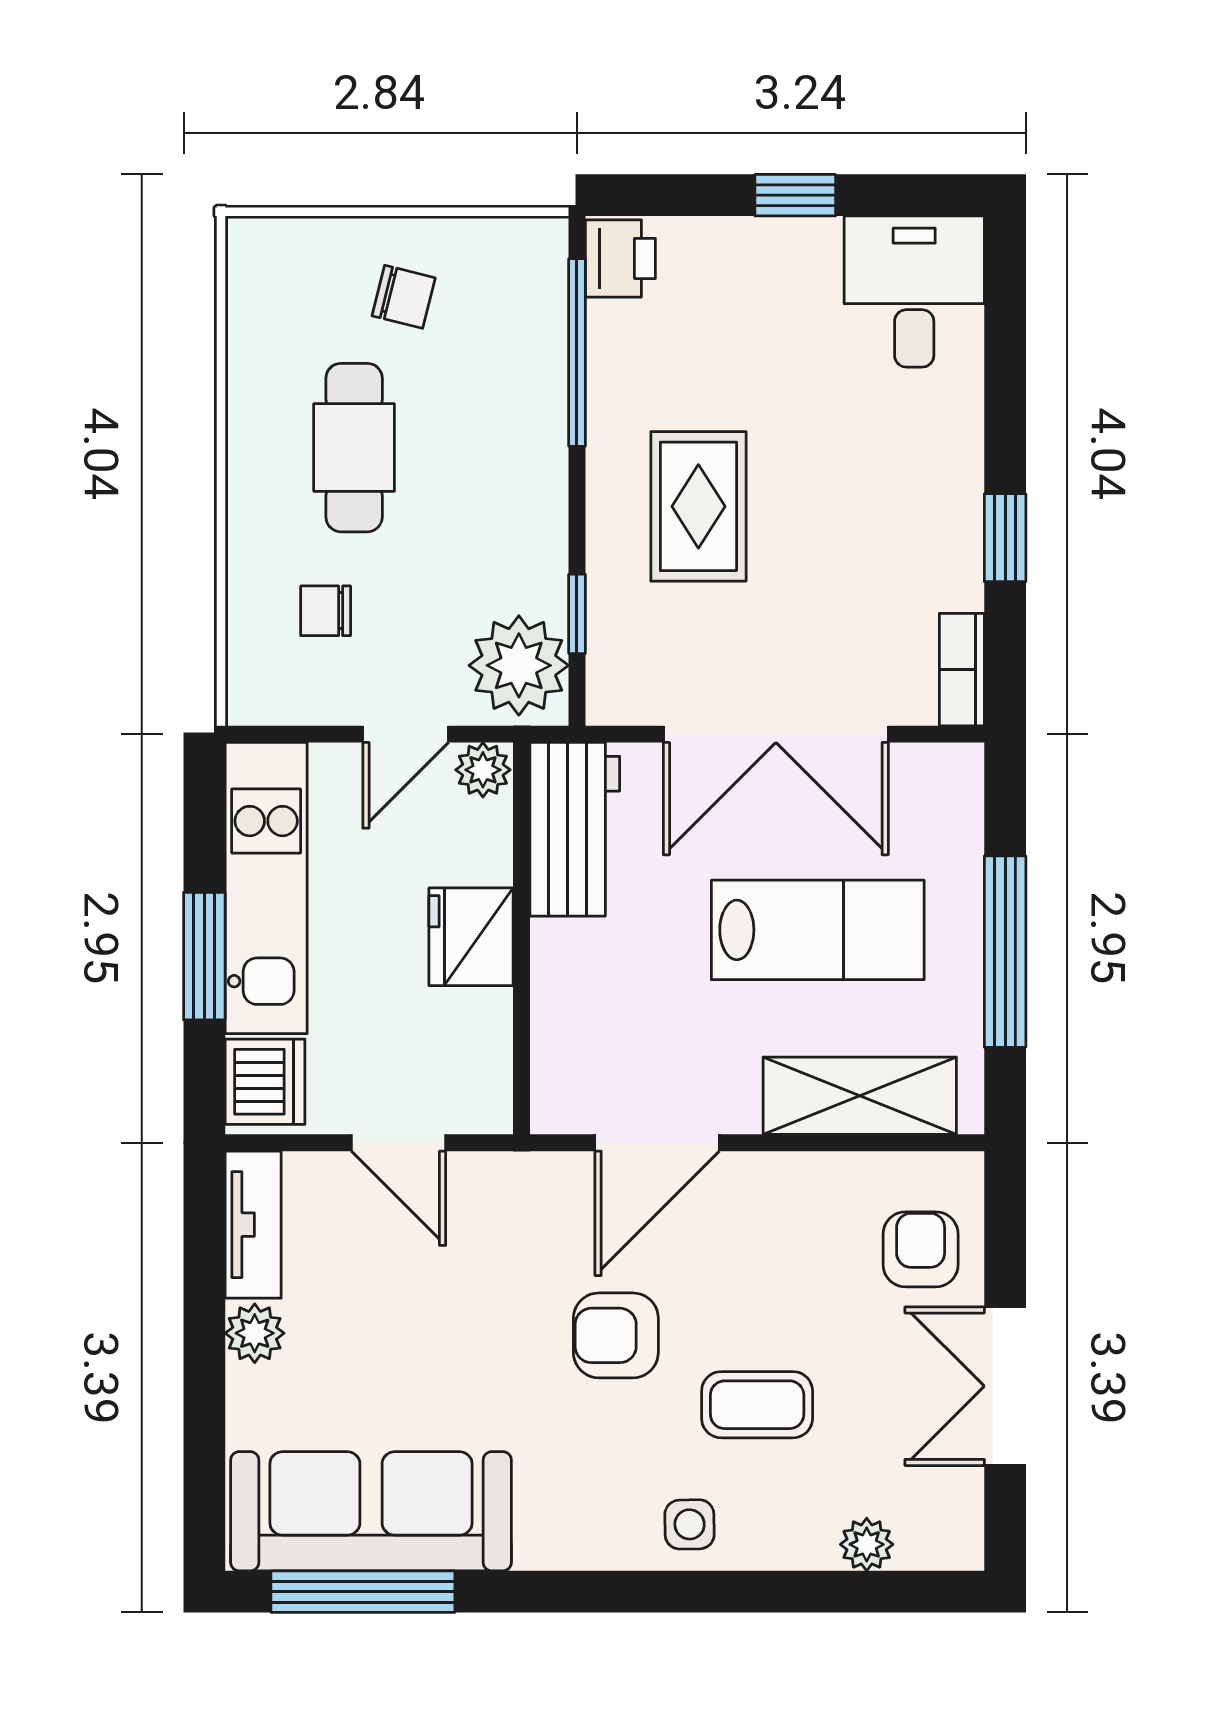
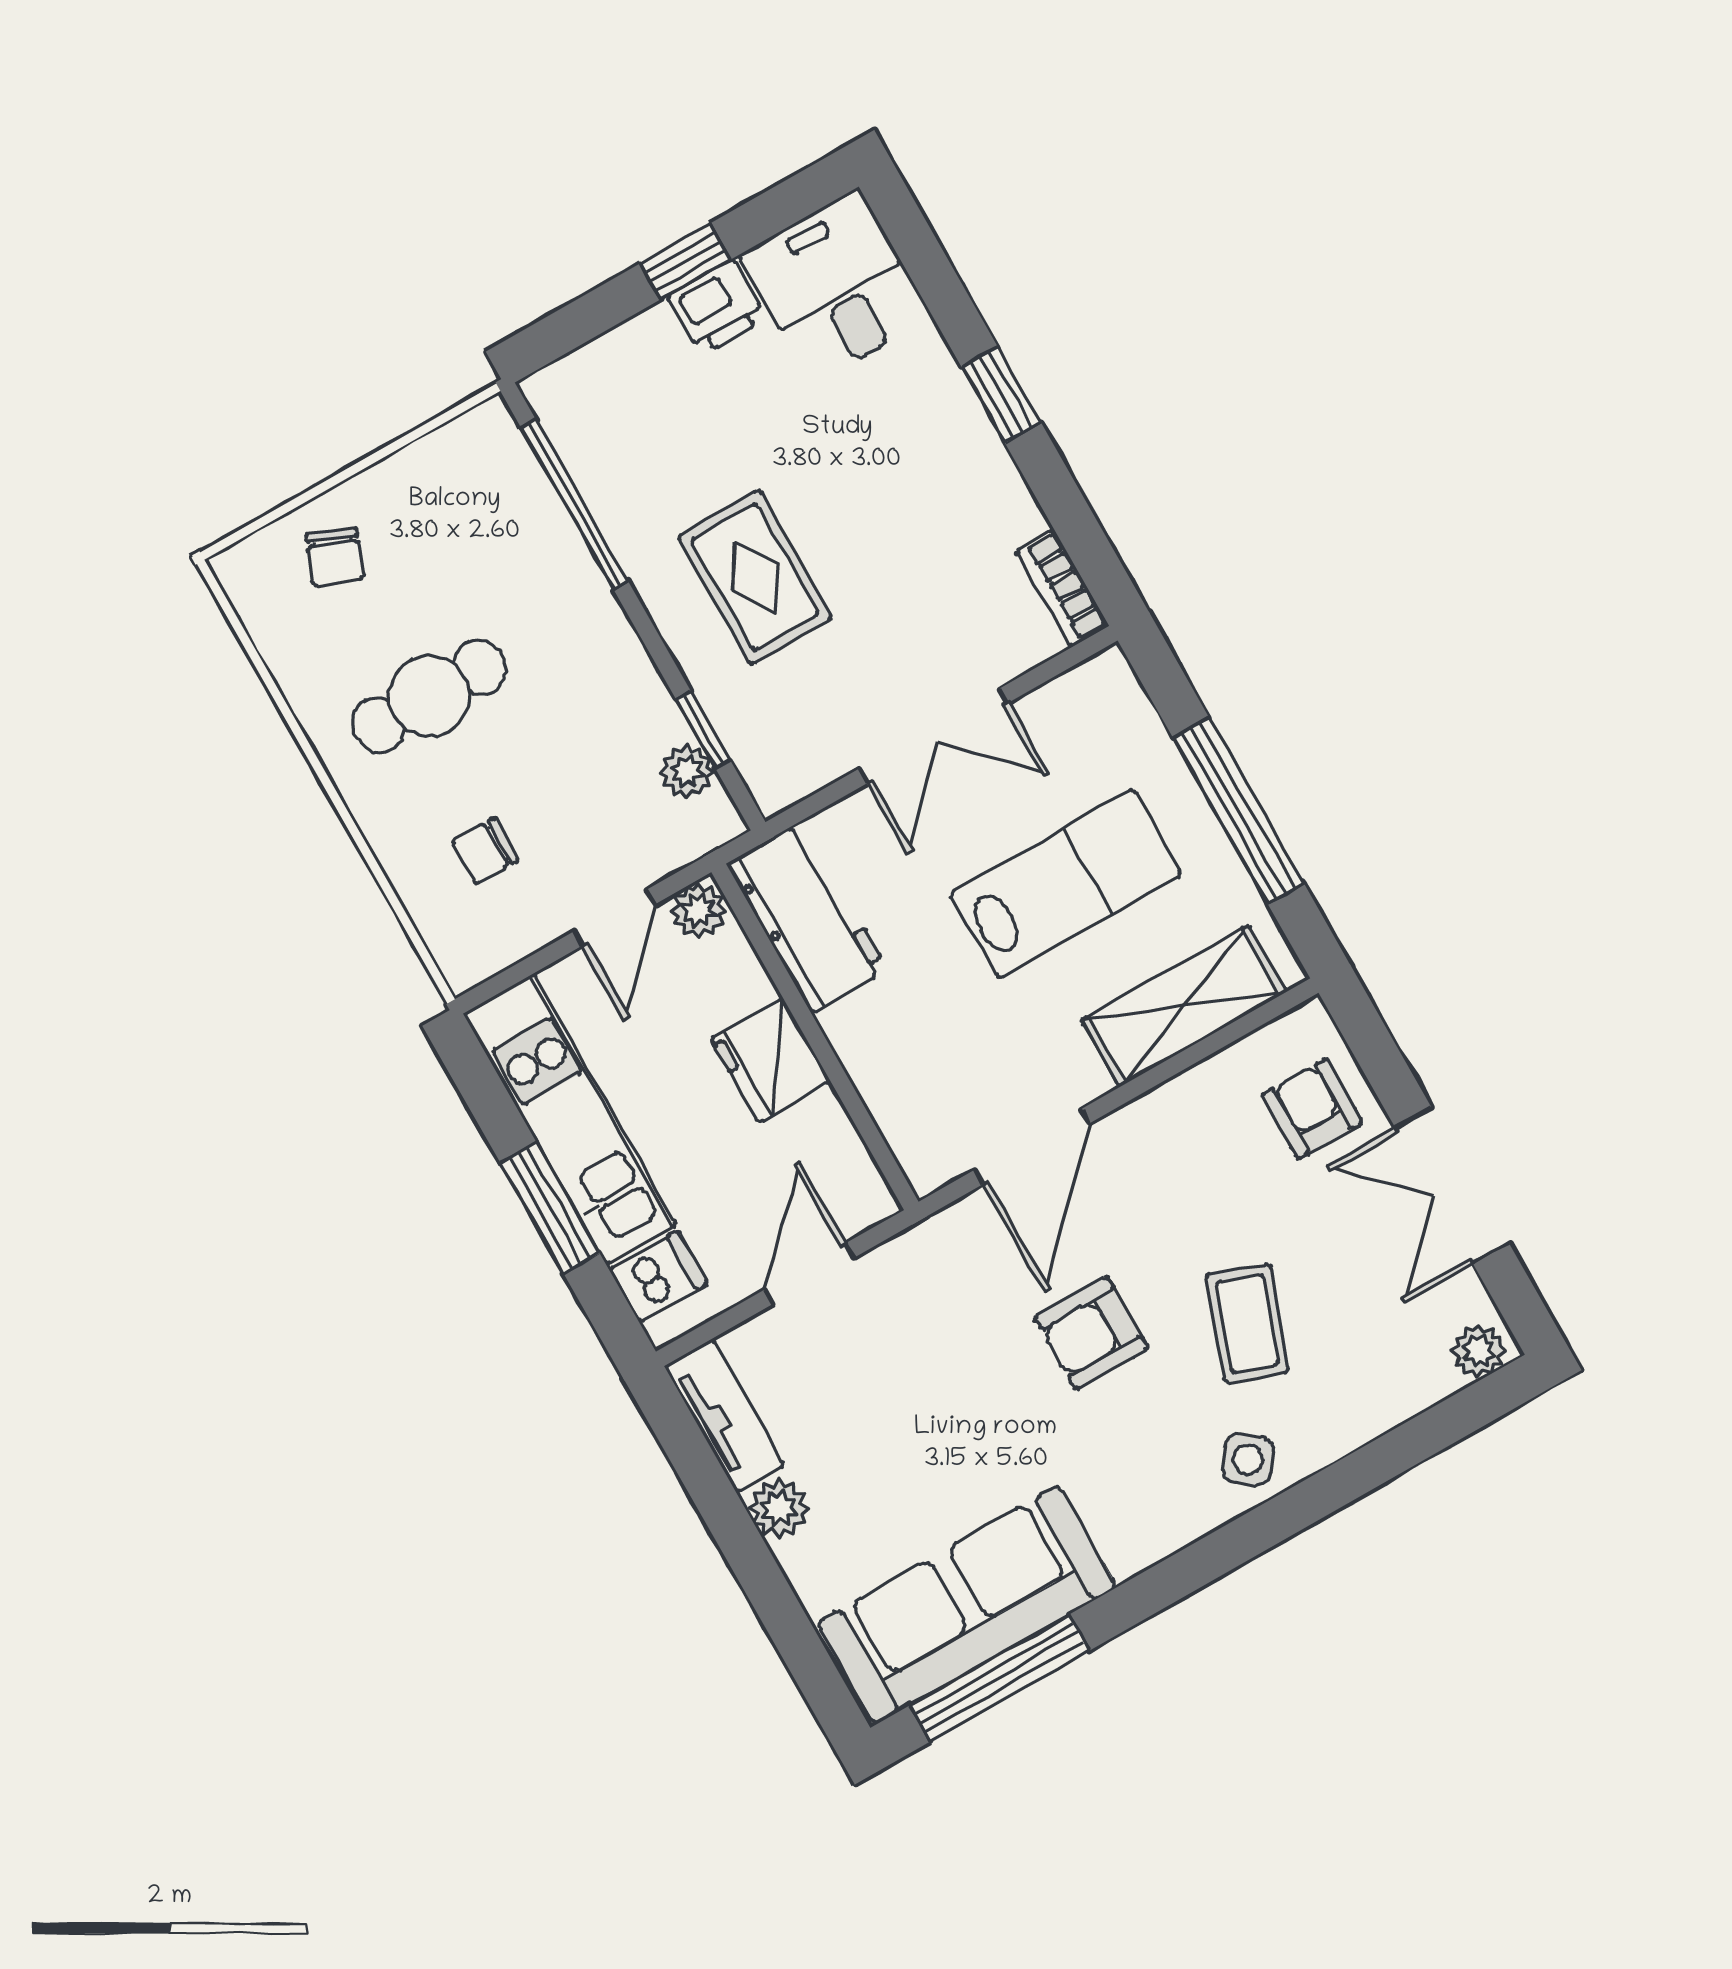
printer: (620, 258) -> (717, 307), moved, turned 90
chair: (404, 297) -> (335, 557), moved, turned 98
cafe table: (354, 448) -> (429, 696), turned 90
window: (1005, 538) -> (1001, 395), moved
plant: (519, 665) -> (687, 771), width x0.53, depth x0.53
double door: (776, 734) -> (934, 736), width x0.73
dishwasher: (265, 1082) -> (658, 1277), width x0.73
door: (399, 1143) -> (809, 1274), swing flipped
coffee table: (757, 1405) -> (1247, 1323), turned -70
side table: (690, 1524) -> (1248, 1460), turned 37
plant: (867, 1544) -> (1479, 1351), moved

